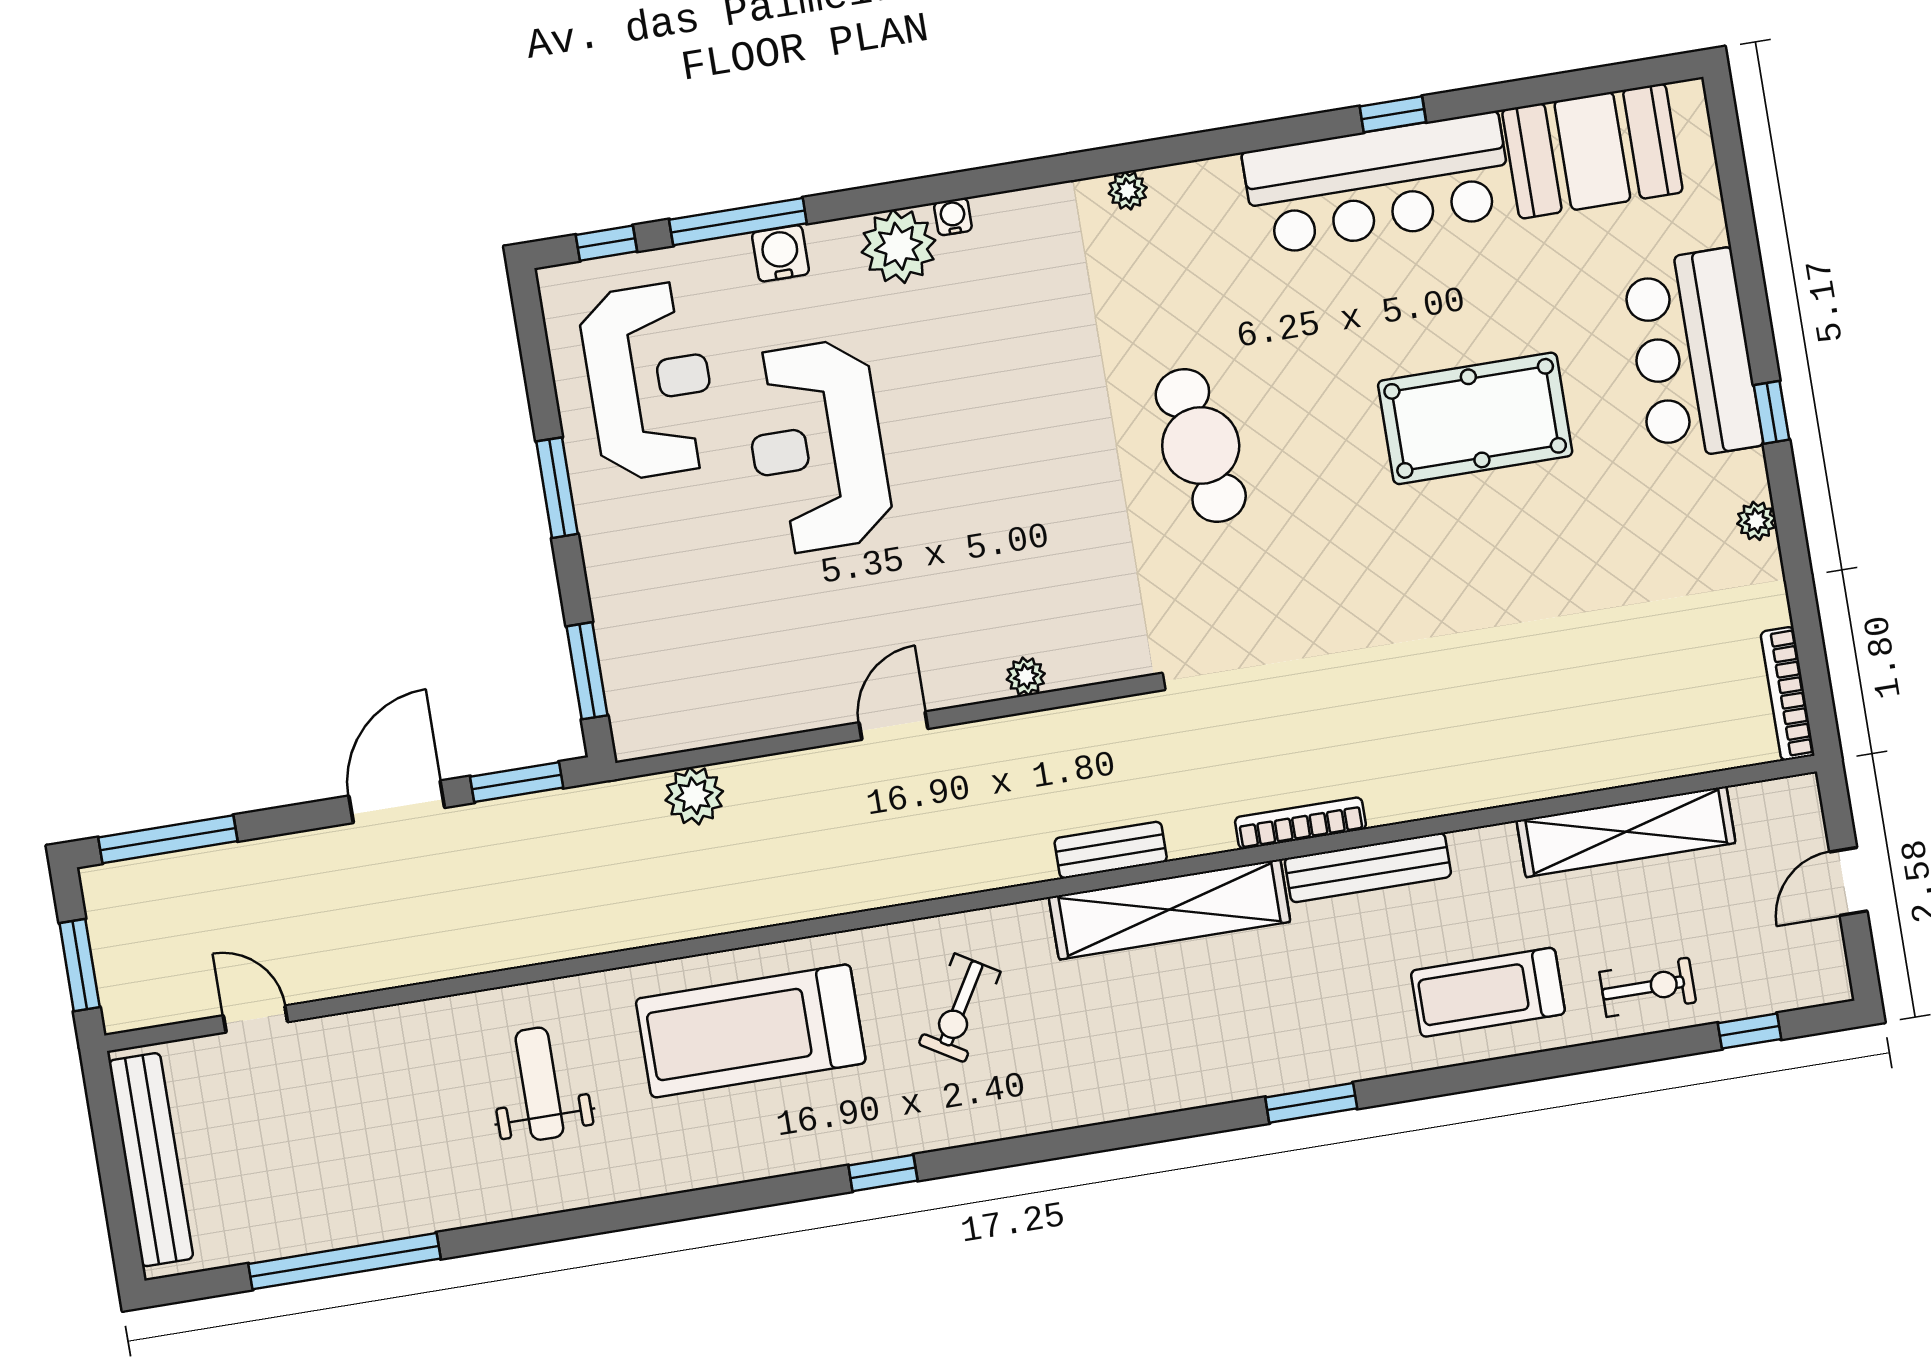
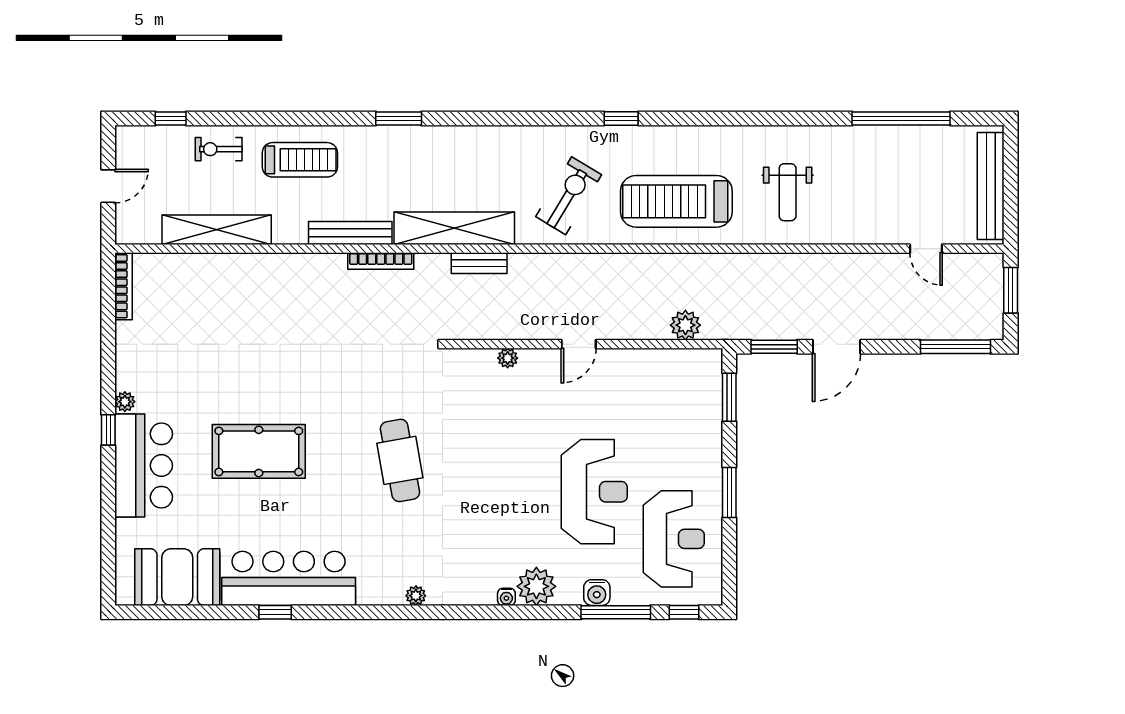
reception desk: (649, 381) -> (674, 539), turned 180
plant: (1756, 521) -> (125, 402), moved
exercise bike: (960, 1008) -> (569, 196), width x1.38, depth x1.39
treadmill: (751, 1031) -> (676, 201), turned 180

